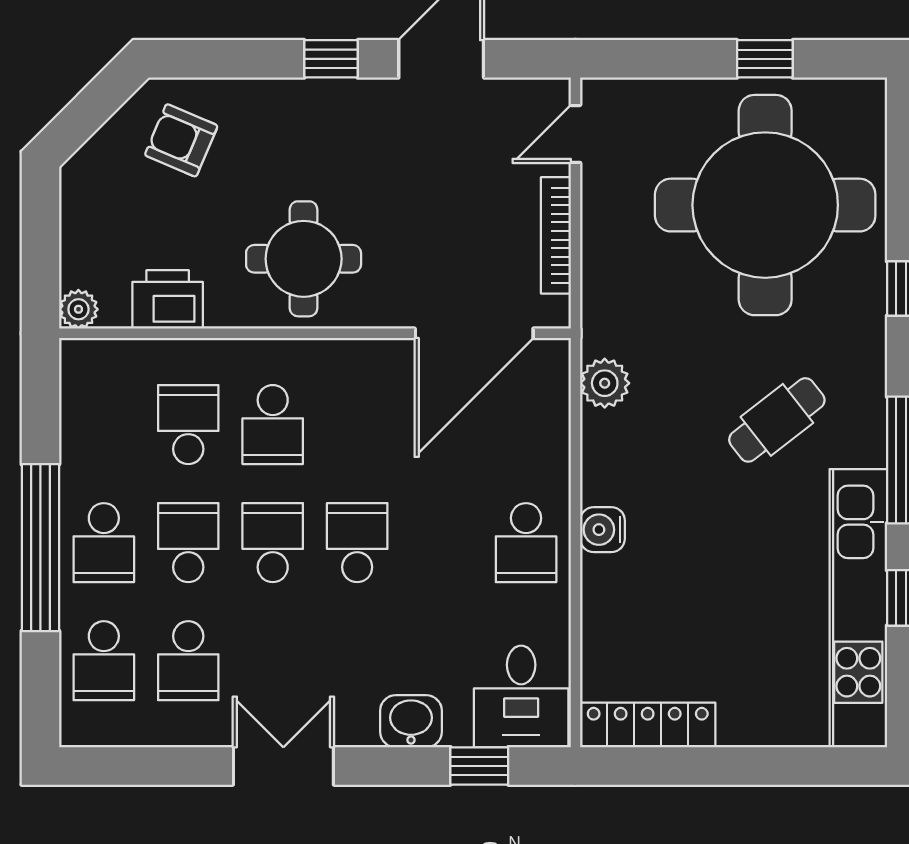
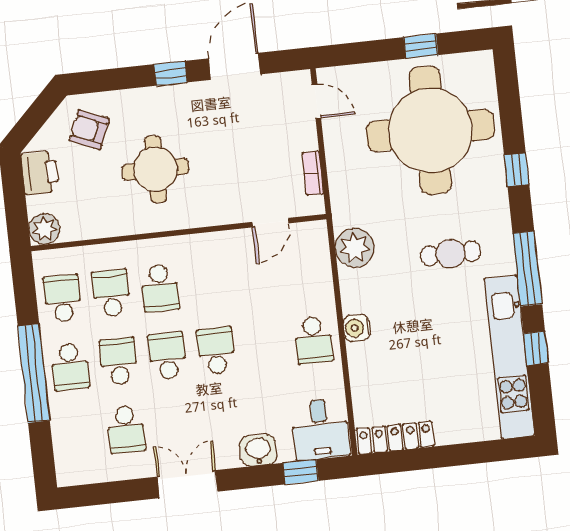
door: (575, 134) -> (316, 101), swing flipped
bookcase: (556, 235) -> (313, 173), width x0.64
round table: (304, 259) -> (156, 169), moved
printer: (168, 299) -> (40, 173), moved, turned 90
plant: (78, 309) -> (44, 229), width x1.38, depth x1.38
door: (474, 333) -> (270, 223), width x0.53
plant: (605, 383) -> (355, 248), width x1.36, depth x1.36
cafe table: (777, 420) -> (451, 254), turned 38
school desk: (104, 661) -> (63, 298), moved, turned 180

